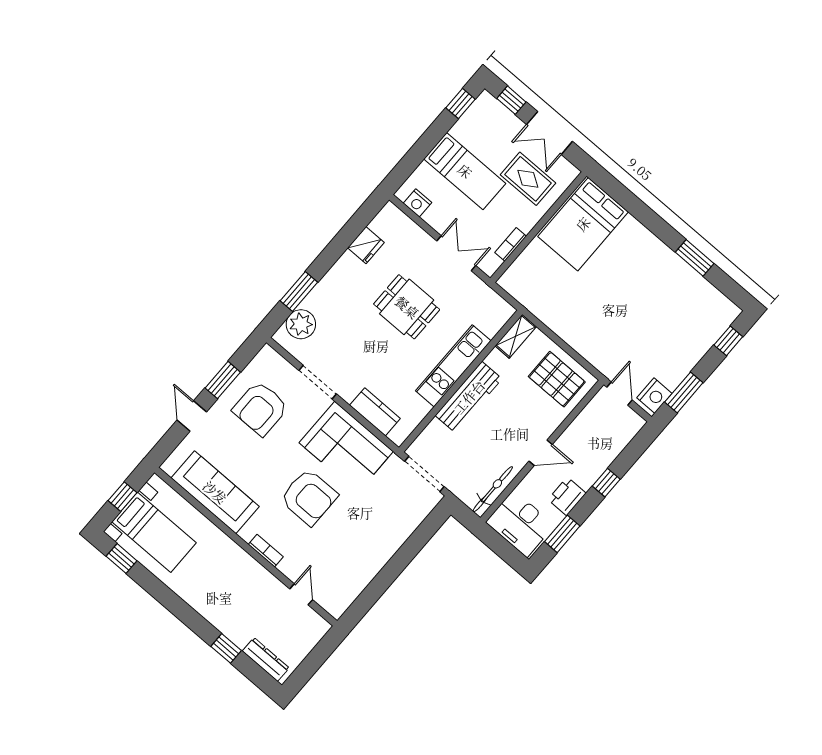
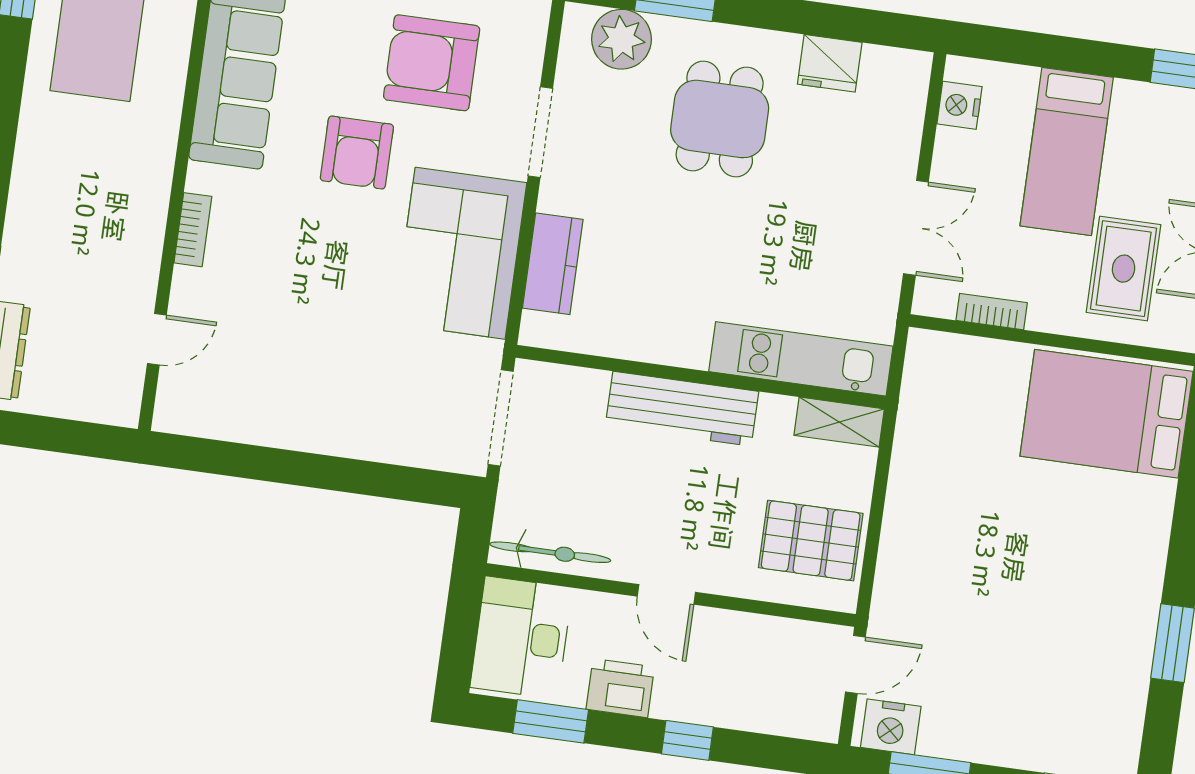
dining table: (407, 307) -> (720, 119), moved
kitchen unit: (453, 366) -> (801, 359), moved
pallet: (557, 379) -> (811, 541), turned 90
armchair: (309, 497) -> (357, 152), moved, width x0.73, depth x0.73

